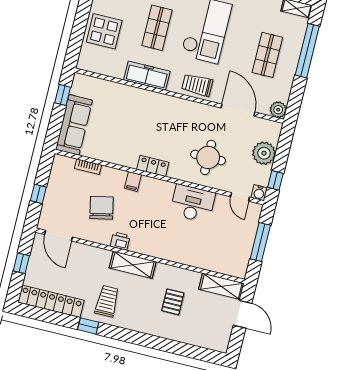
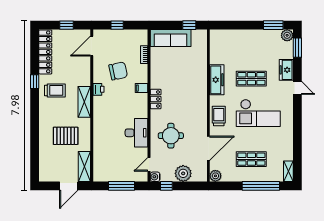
display table: (104, 31) -> (240, 43), removed
pallet: (173, 302) -> (66, 136), width x1.50, depth x1.42

